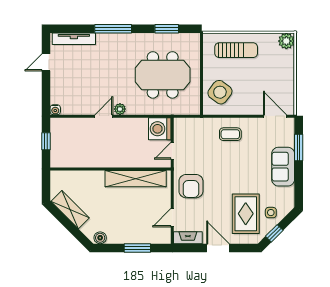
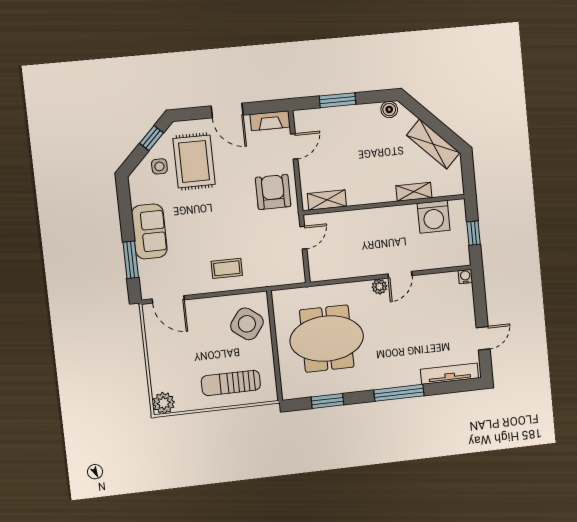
washing machine: (160, 129) -> (434, 217), moved, turned 90
shelving: (88, 176) -> (414, 192), added
shelving: (136, 179) -> (327, 200), width x0.45, depth x0.75

